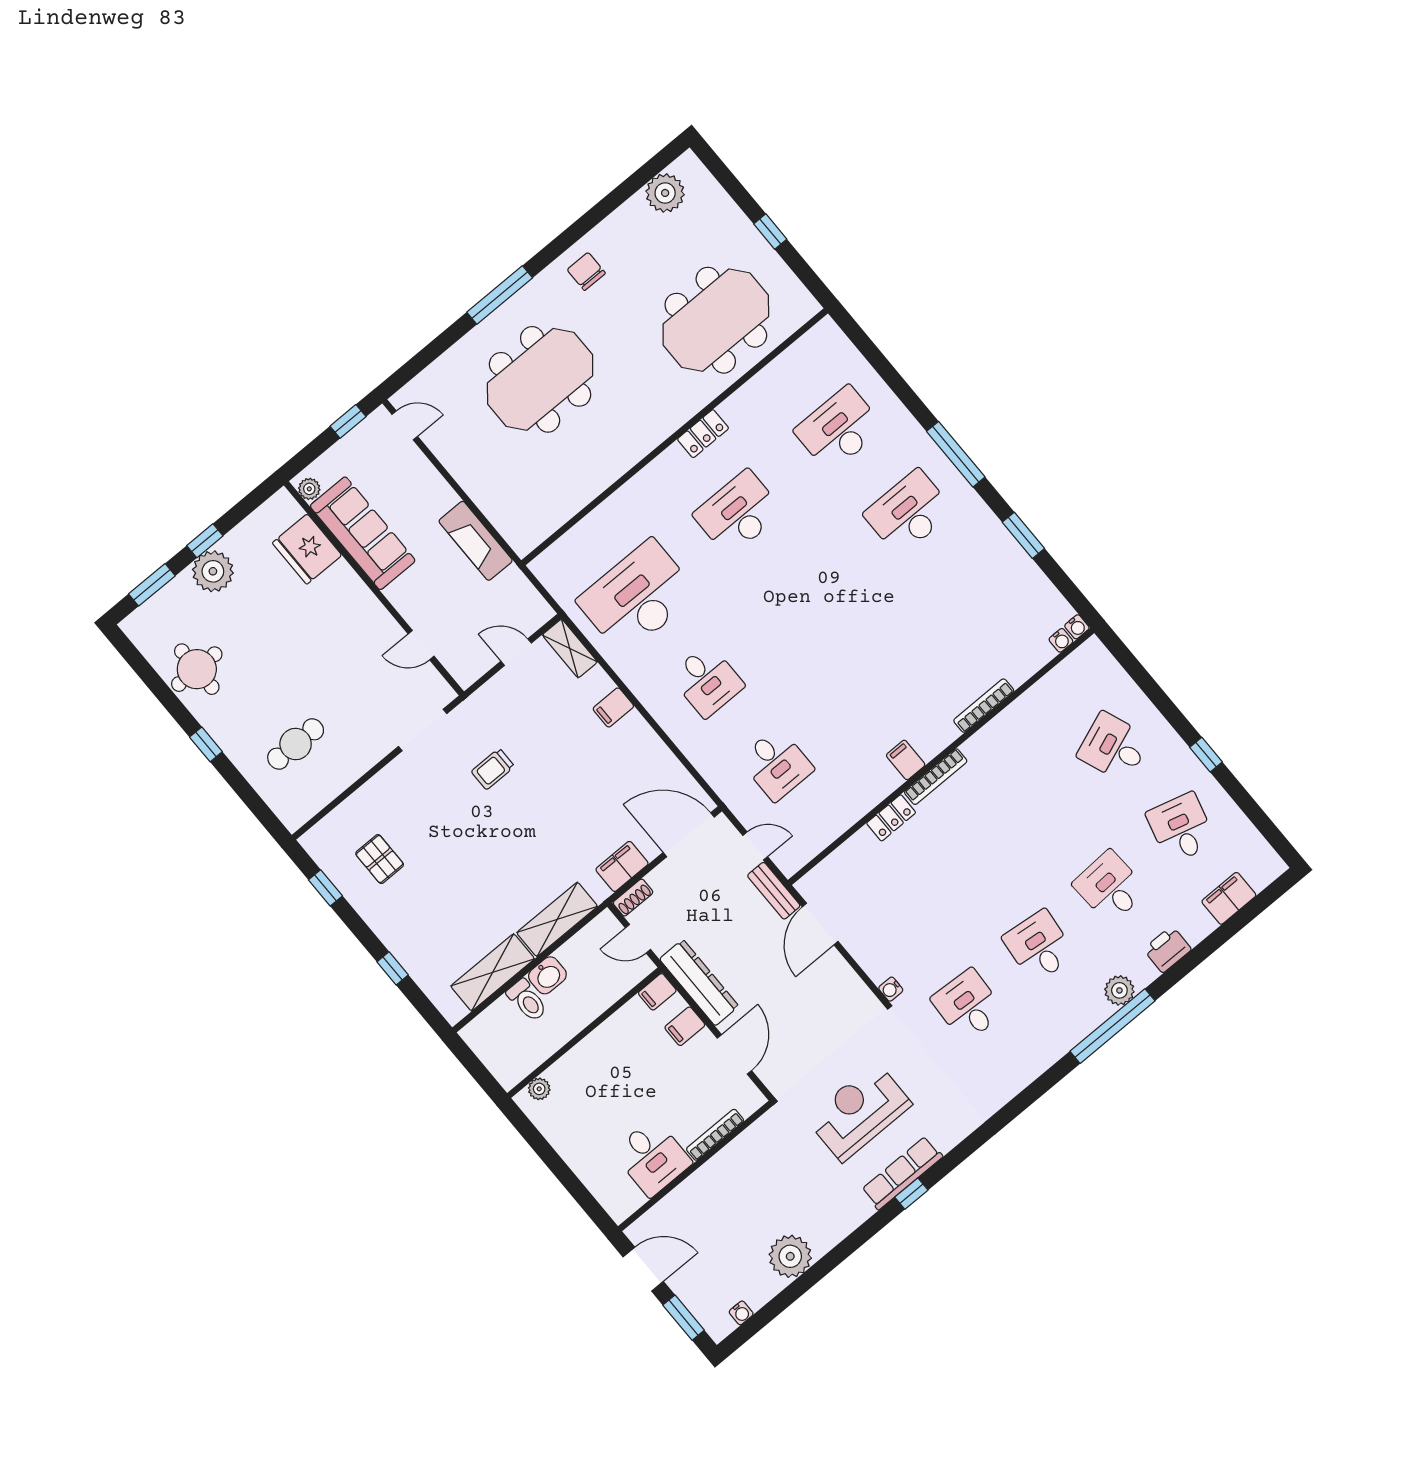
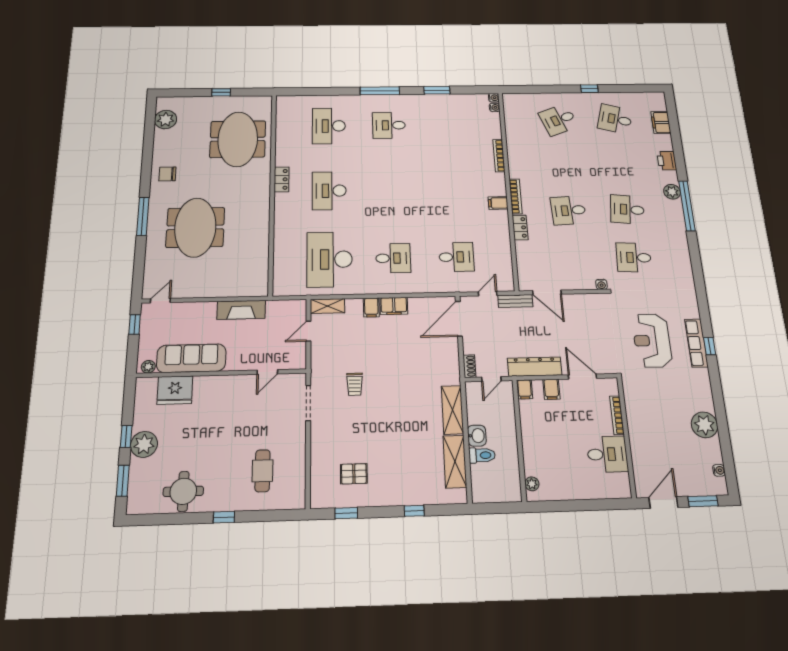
desk: (909, 513) -> (389, 125), width x0.73
filing cabinet: (622, 866) -> (394, 306), moved, turned -90
desk: (1110, 887) -> (568, 210), moved

